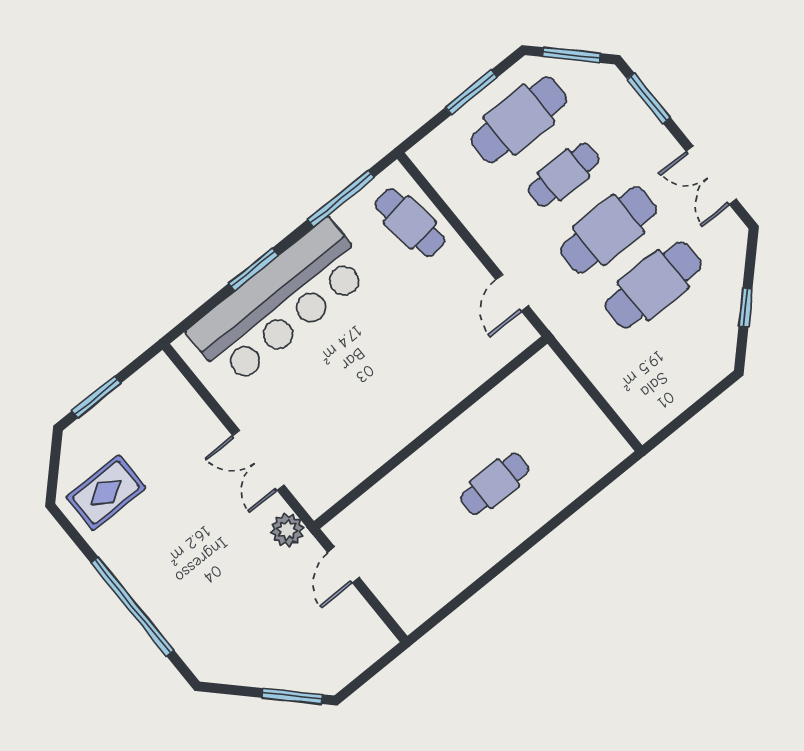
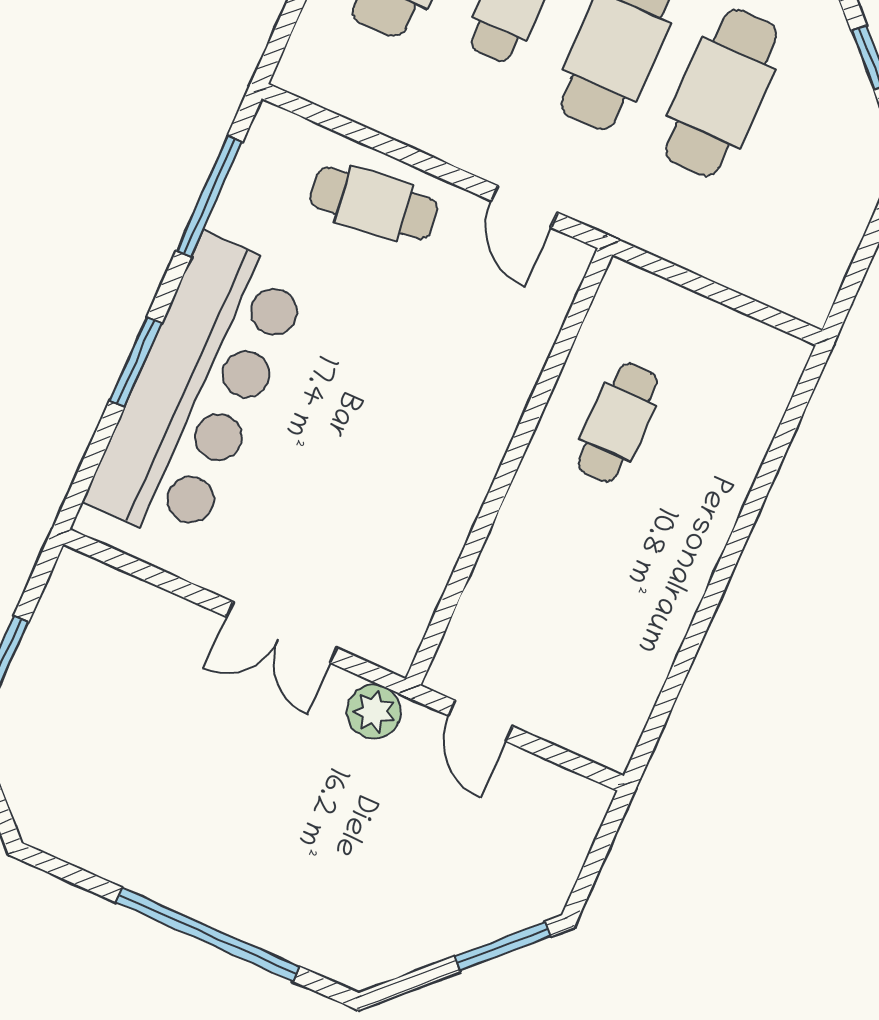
cafe table: (410, 223) -> (374, 203), moved
cafe table: (495, 484) -> (618, 422), moved
rug: (106, 493) -> (87, 790), removed

